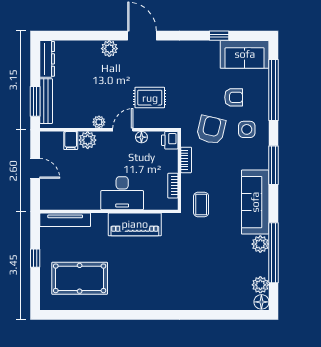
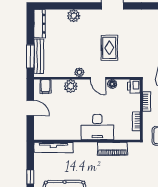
plant: (109, 49) -> (74, 16), moved
rug: (150, 98) -> (109, 48), moved, turned 90
door: (123, 130) -> (98, 78), swing flipped
filing cabinet: (71, 141) -> (46, 87), moved
piano: (135, 224) -> (112, 149), width x0.73, depth x0.75

